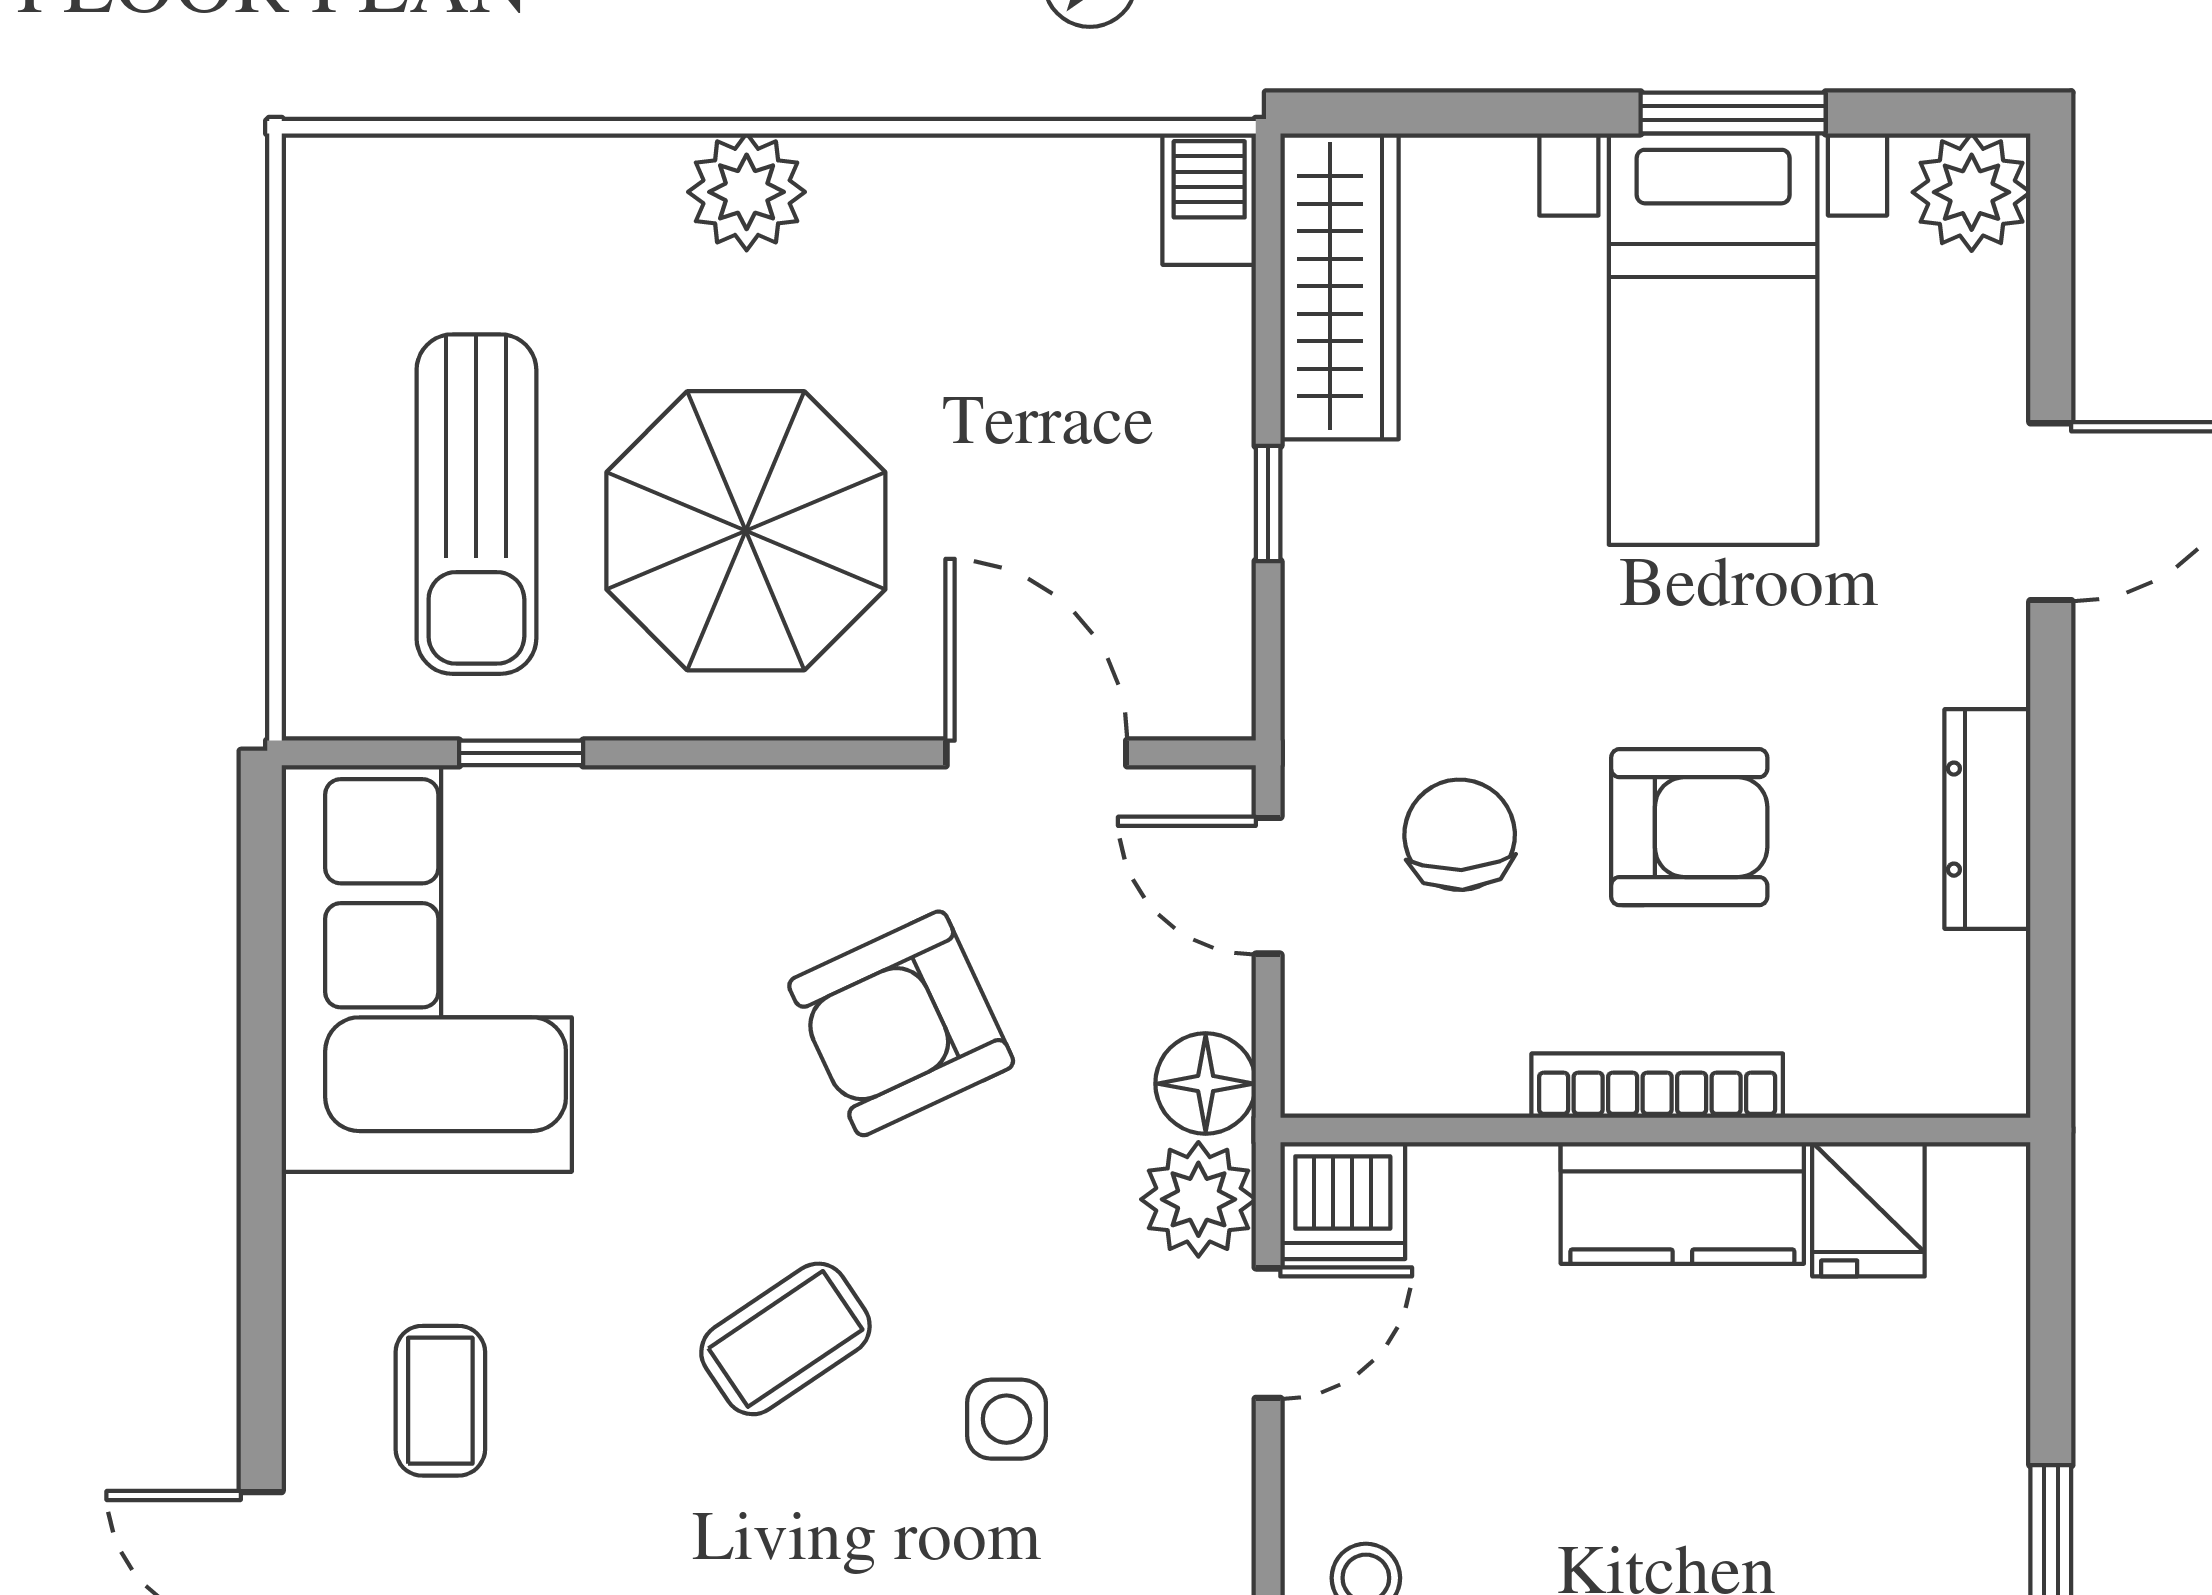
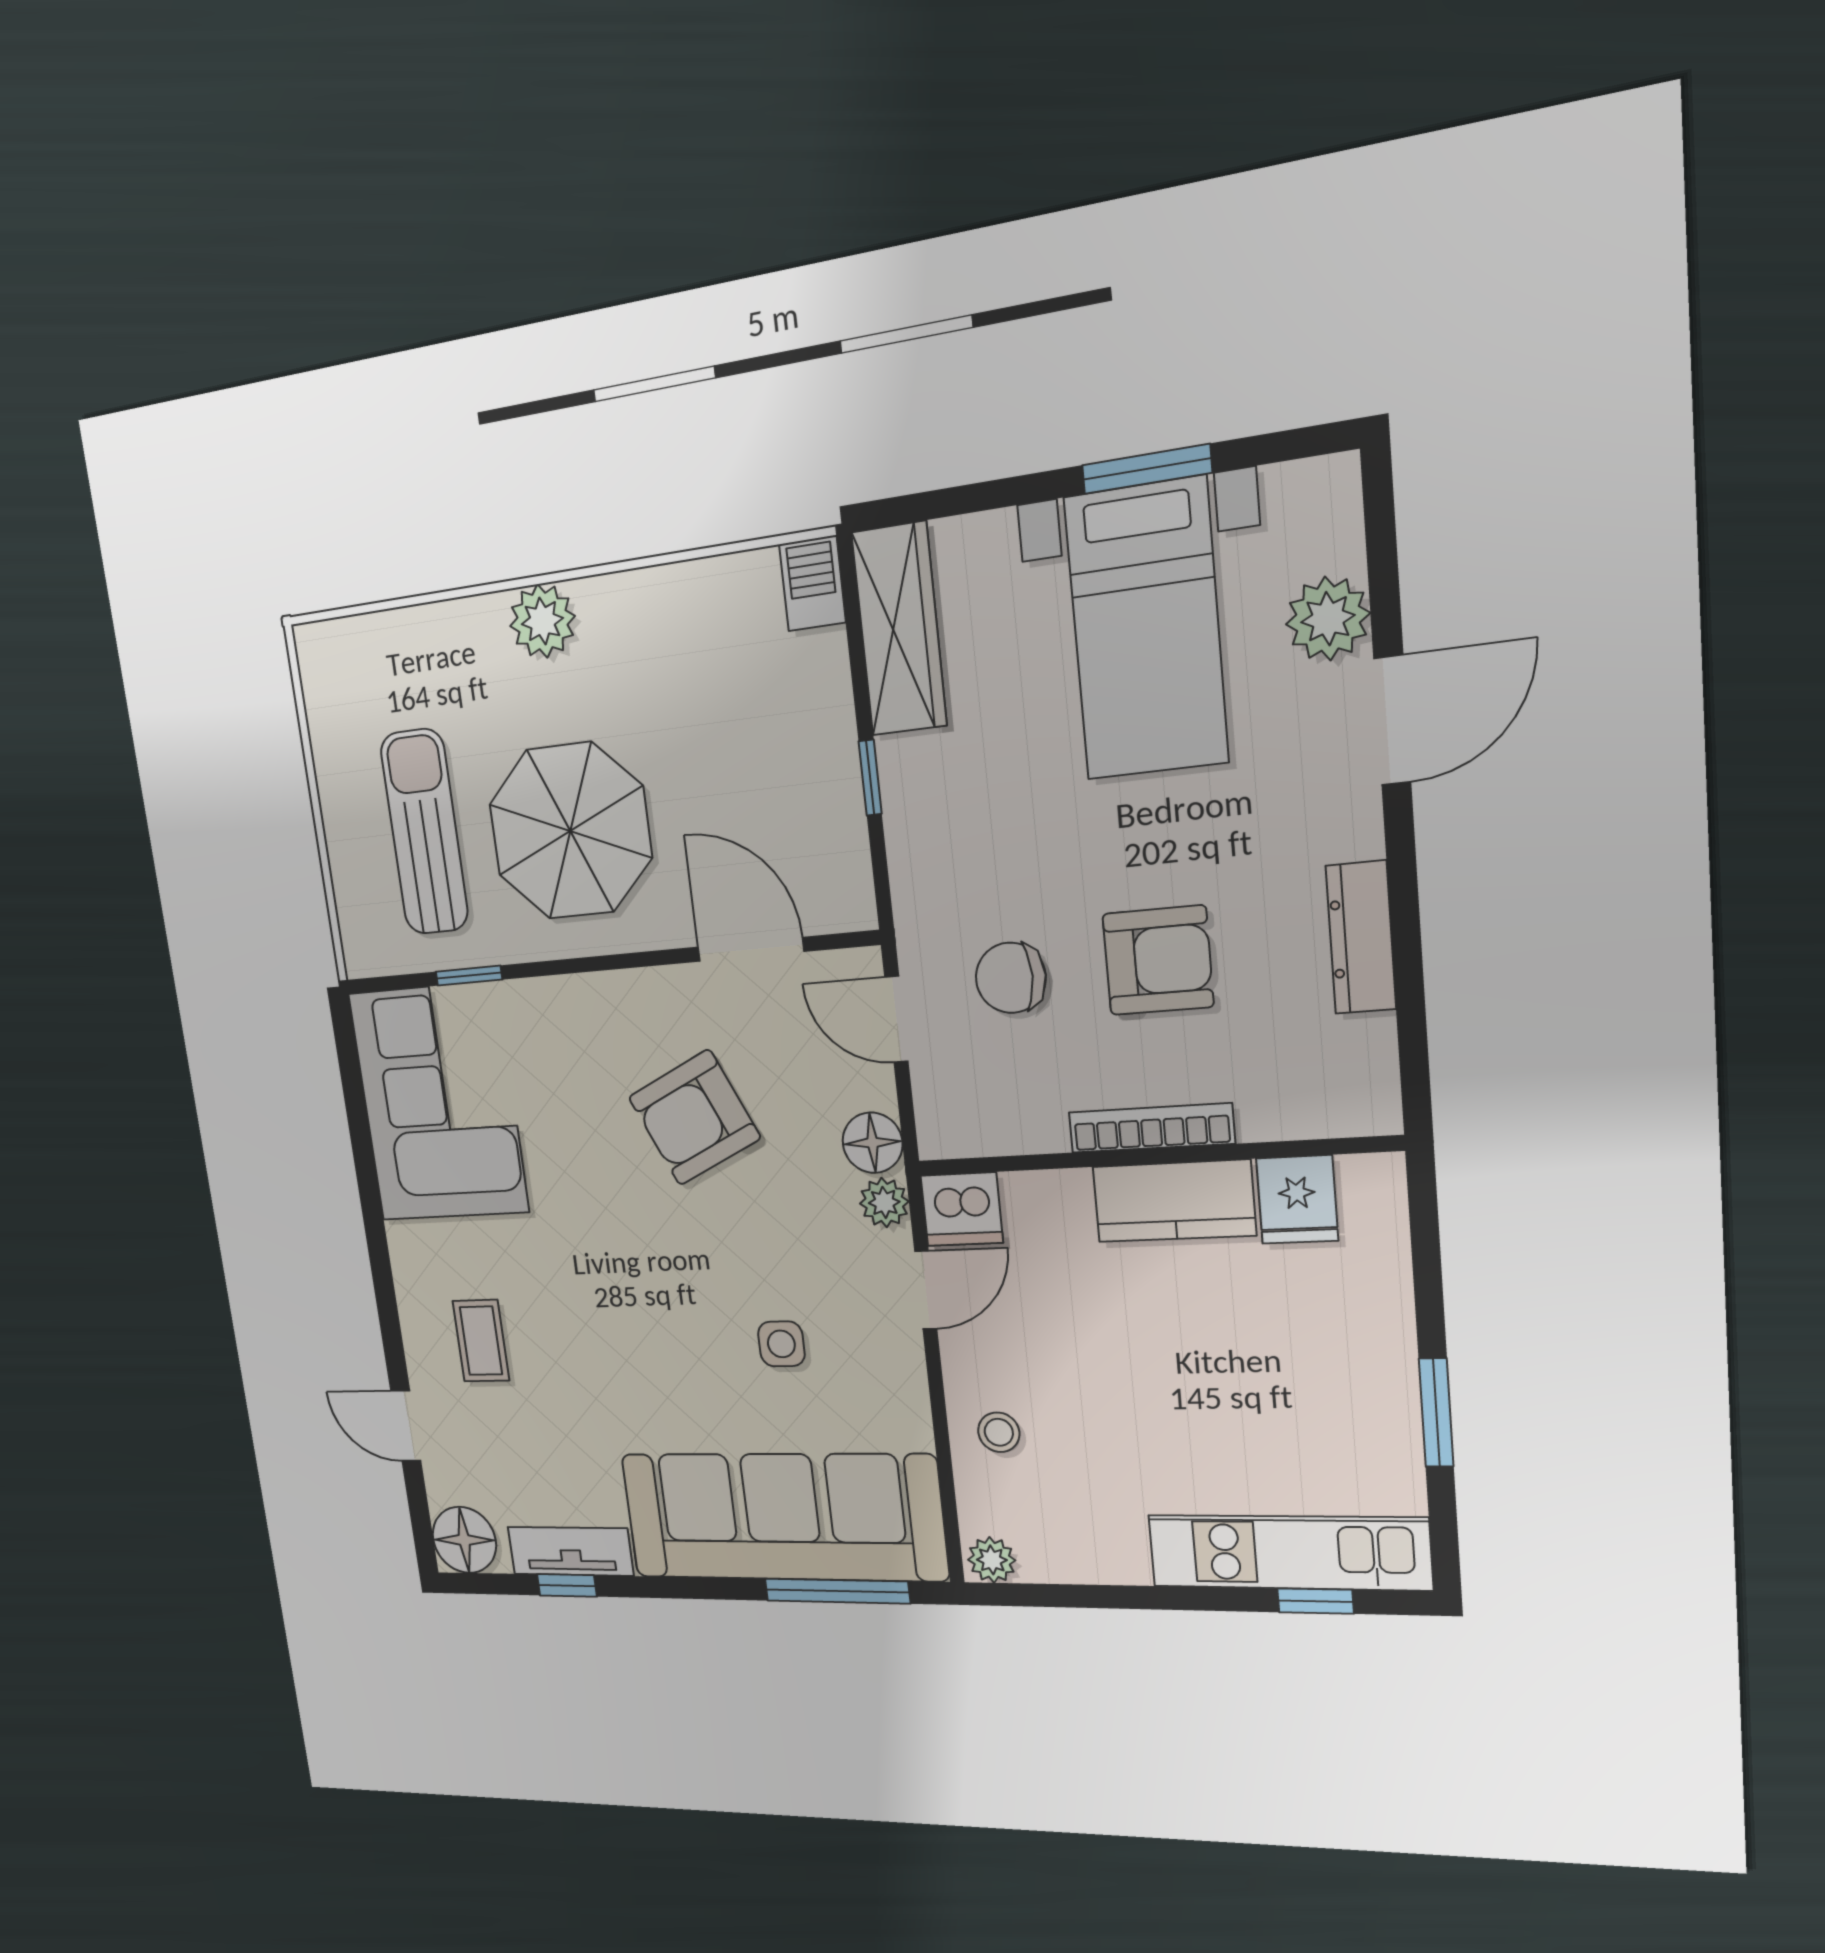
plant: (1972, 192) -> (1328, 619), moved
sun lounger: (476, 504) -> (424, 832), turned 180
chair: (1460, 835) -> (1011, 978), turned -87
plant: (1198, 1199) -> (884, 1202), width x0.73, depth x0.73
coffee table: (785, 1339) -> (655, 1302), removed

